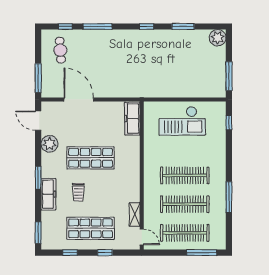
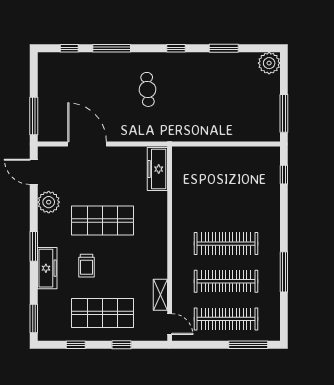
cafe table: (60, 50) -> (148, 89), moved
checkout: (182, 121) -> (223, 172), removed

